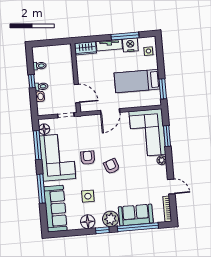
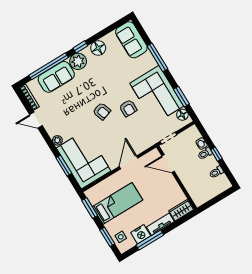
window: (160, 57) -> (107, 237), added
window: (37, 145) -> (181, 97), width x0.69
side table: (88, 196) -> (110, 72), removed
sofa: (55, 209) -> (131, 40), width x0.73

